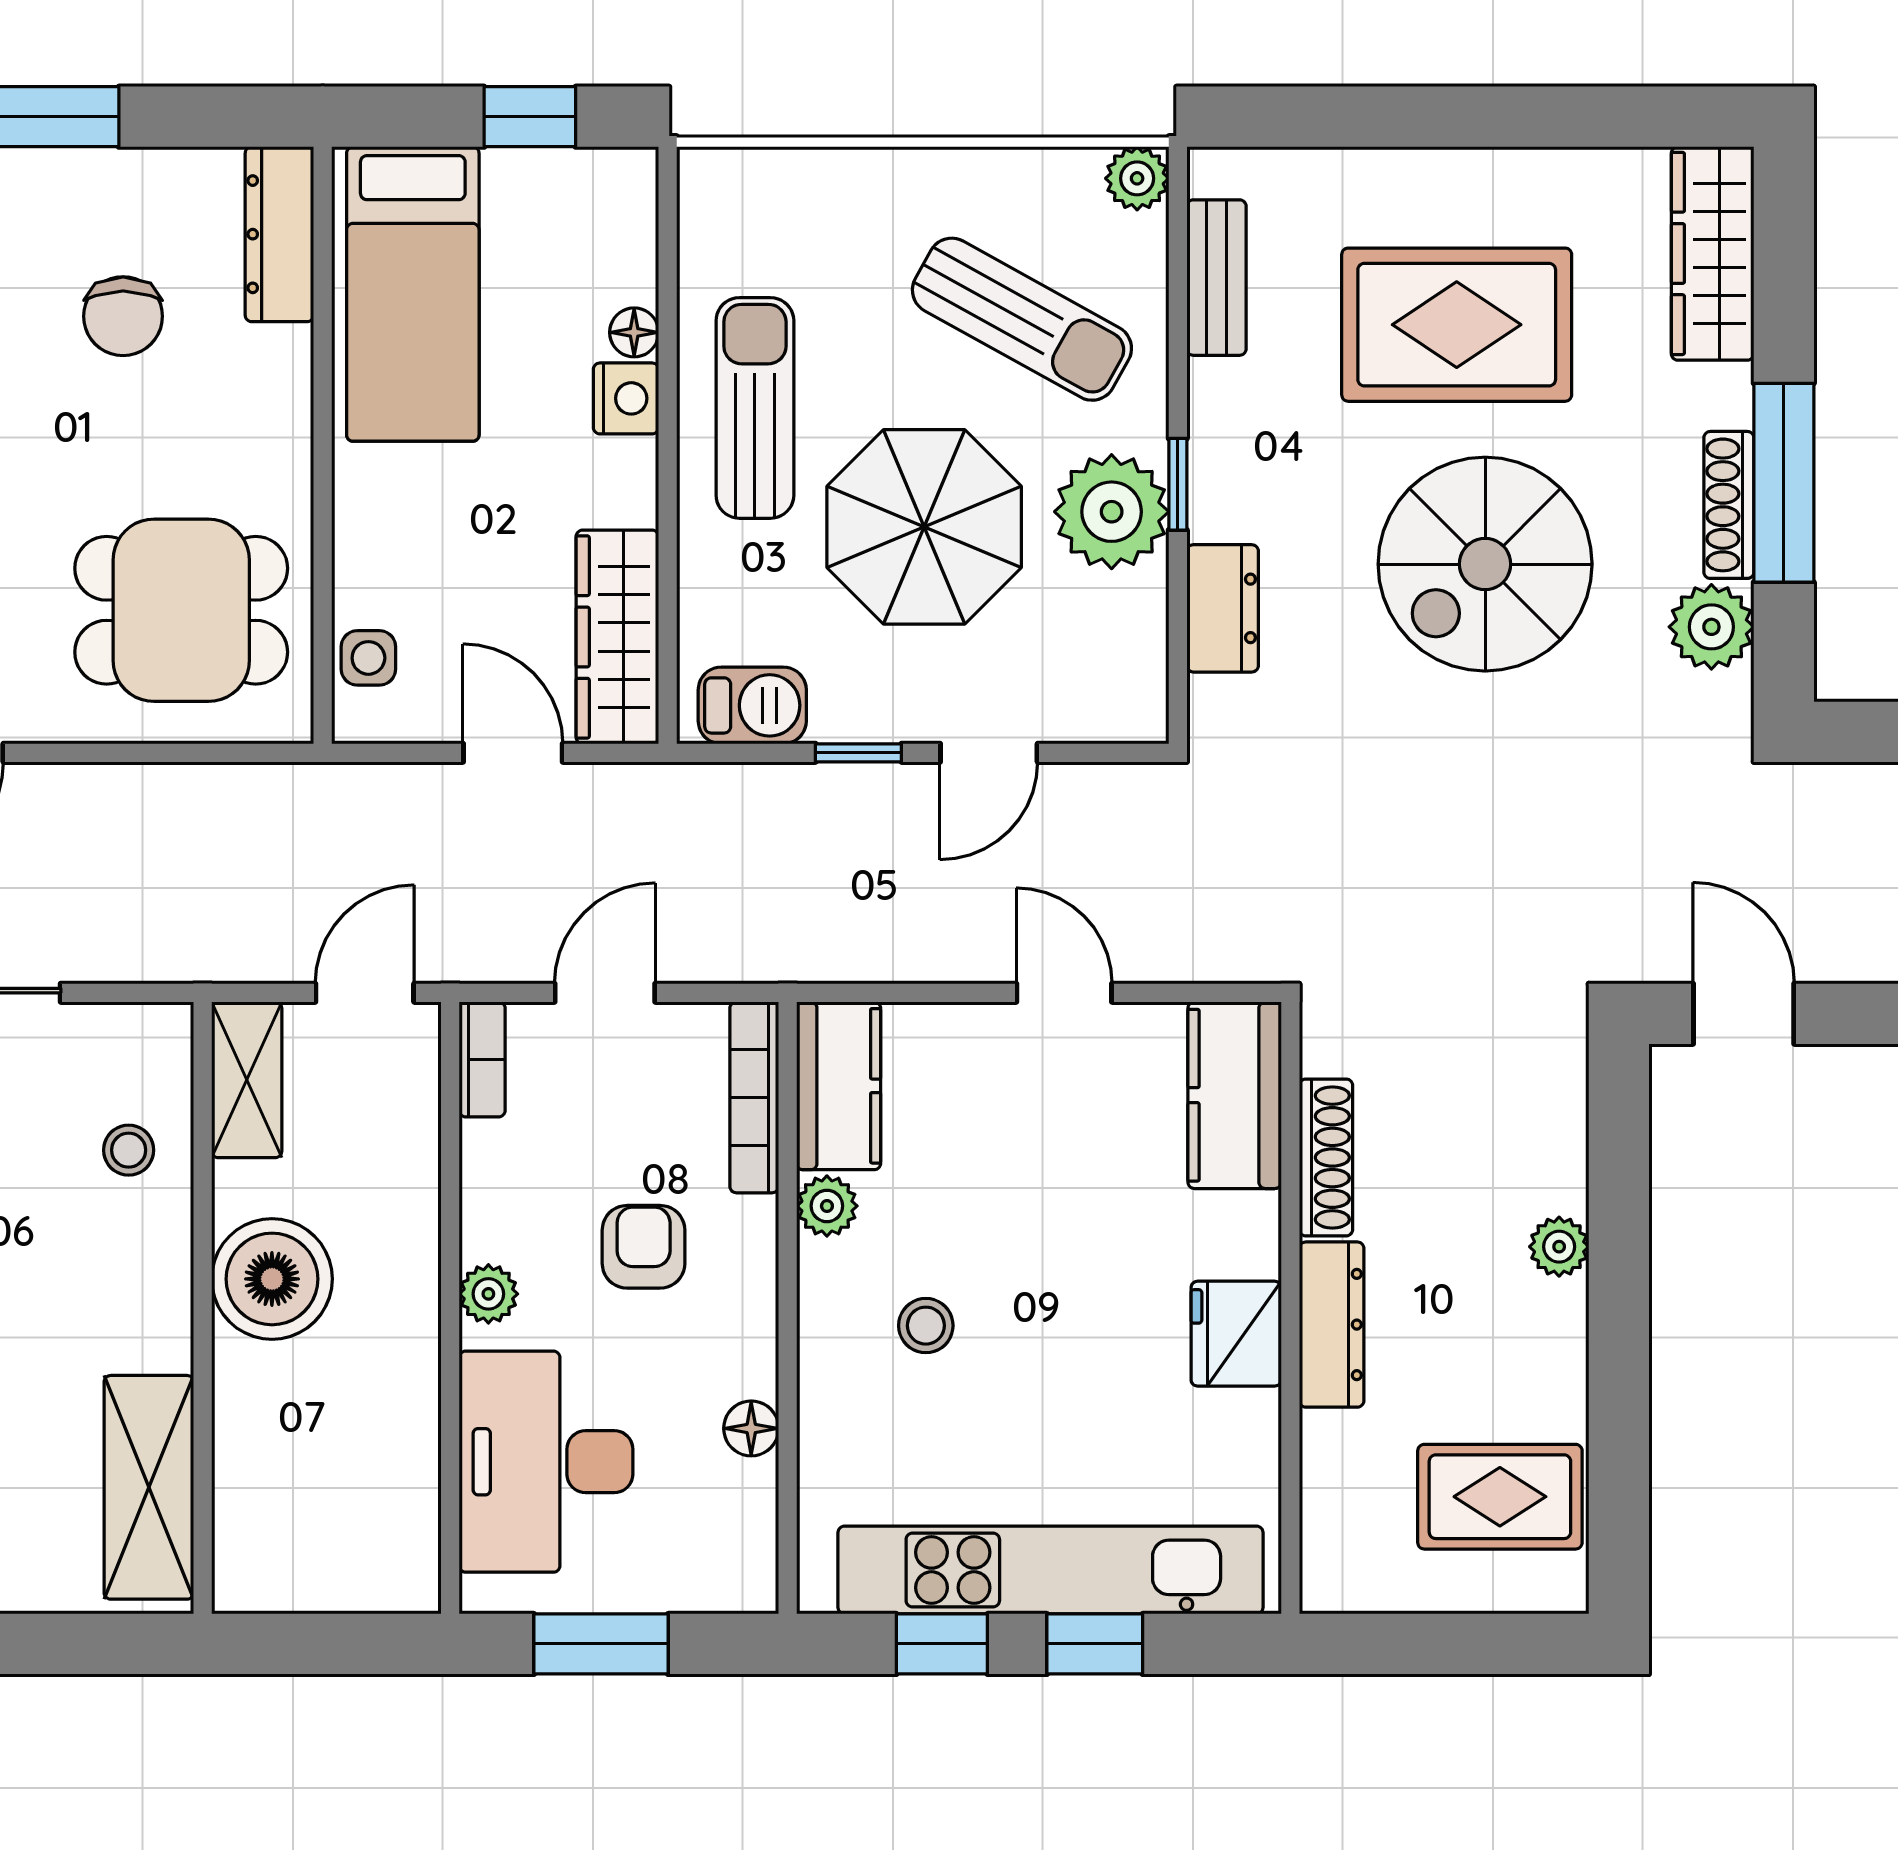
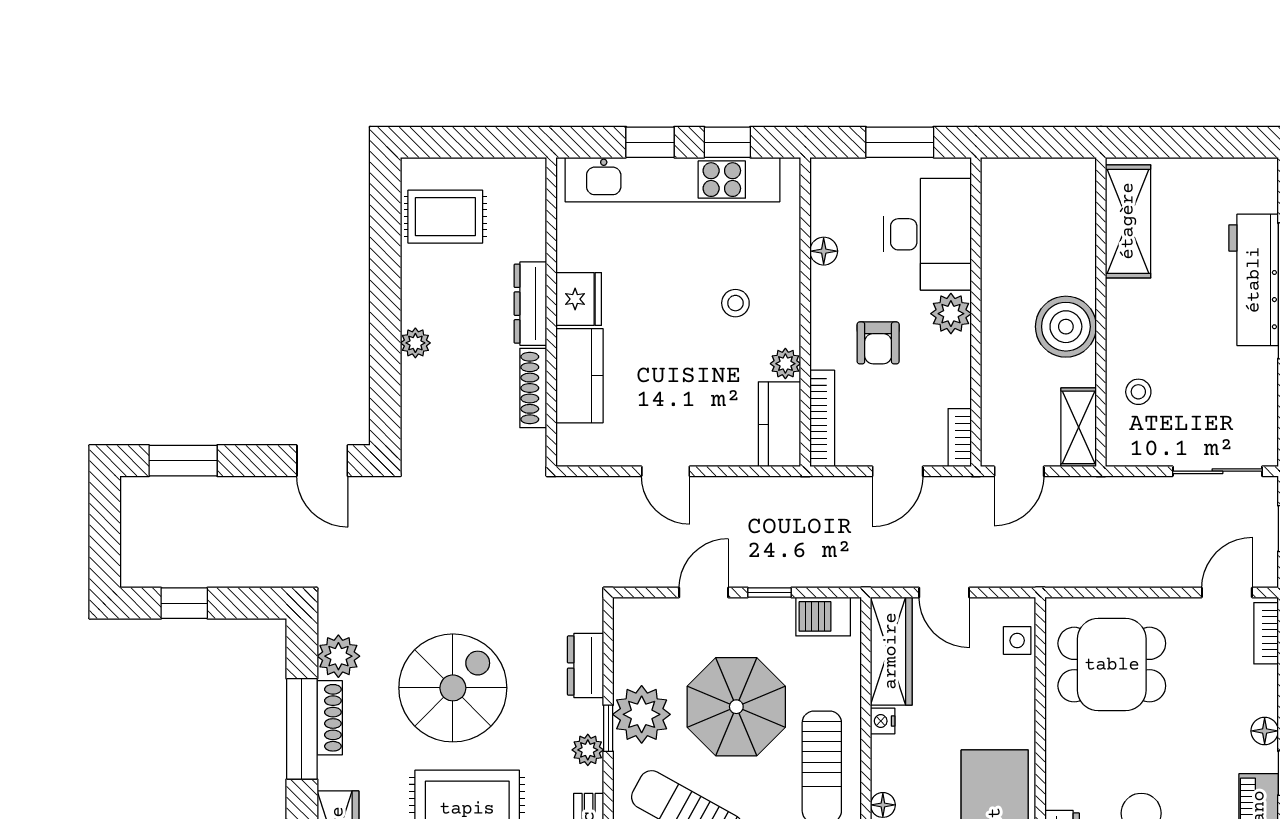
nightstand: (626, 398) -> (883, 721), moved, width x0.72, depth x0.74
plant: (1218, 441) -> (588, 750), added
kitchen counter: (1235, 1095) -> (579, 376), moved
plant: (488, 1294) -> (951, 314), width x1.38, depth x1.38

